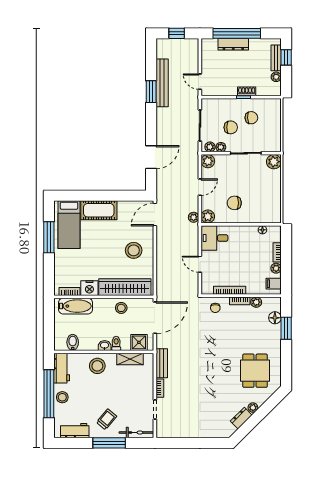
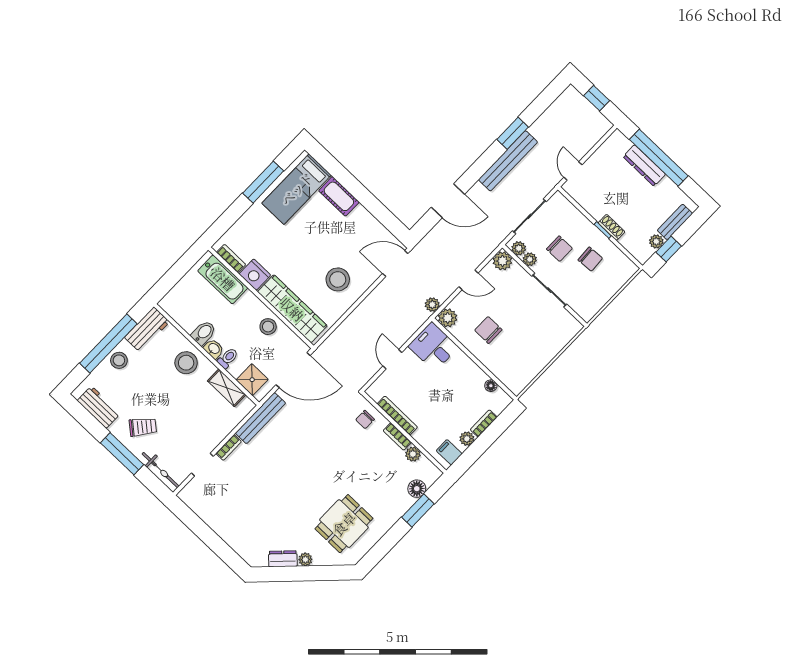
window: (286, 57) -> (669, 249), moved
bench: (162, 83) -> (508, 161), moved
plant: (274, 162) -> (570, 327), removed
cot: (99, 210) -> (339, 196), width x0.73, depth x0.75
bidet: (73, 342) -> (203, 333), moved
bench: (162, 363) -> (260, 418), width x1.36

